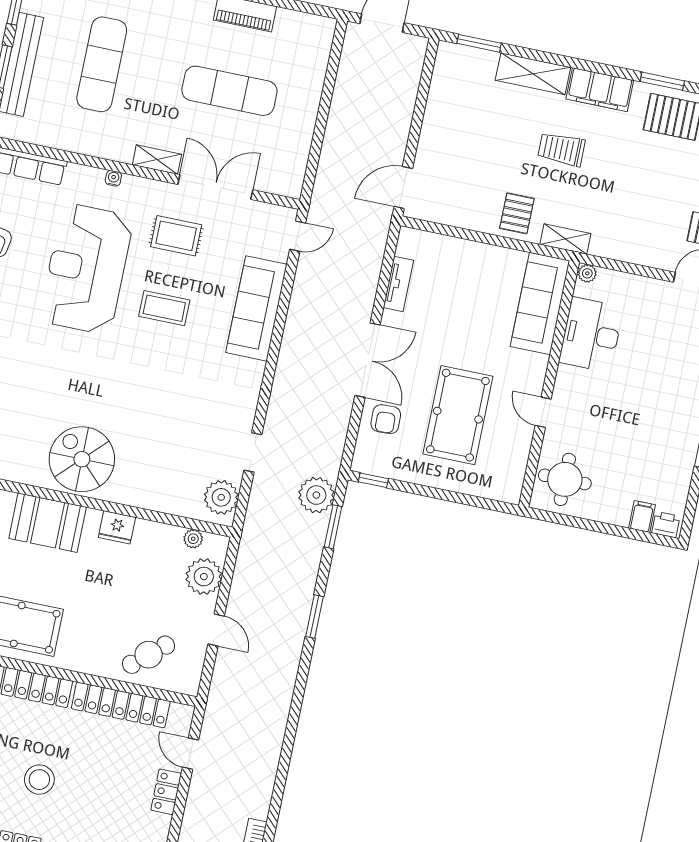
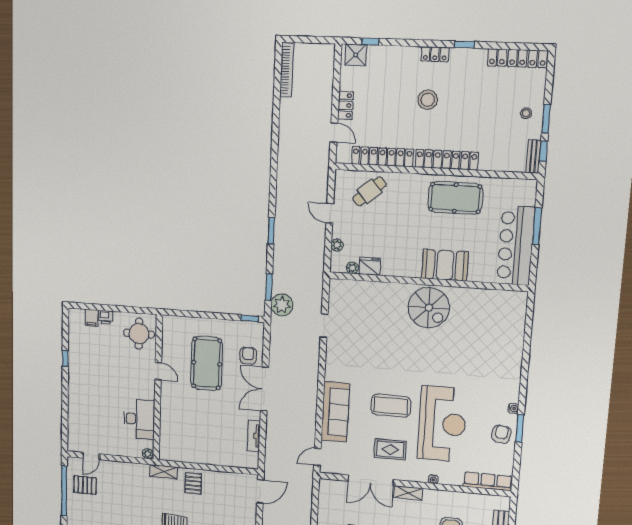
sofa: (540, 304) -> (171, 434), removed
coffee table: (164, 308) -> (391, 406), width x1.36, depth x1.32
plant: (221, 497) -> (339, 296), removed
printer: (666, 525) -> (106, 317), moved
fridge: (117, 527) -> (370, 266), moved
plant: (204, 577) -> (337, 245), width x0.53, depth x0.53

